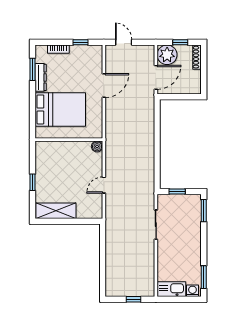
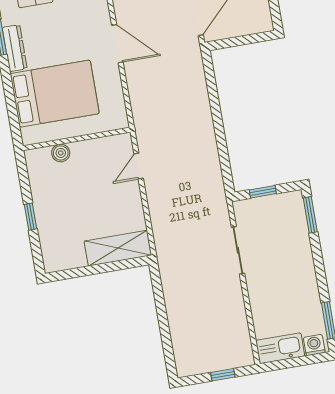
door: (104, 86) -> (117, 44), hinge flipped
boiler: (97, 146) -> (61, 153), moved
door: (104, 185) -> (139, 166), moved
shelving: (56, 211) -> (118, 248), moved

